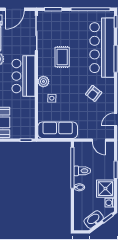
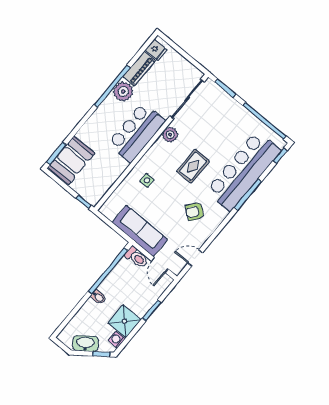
door: (15, 9) -> (185, 55), removed
rug: (62, 57) -> (193, 166), moved
plant: (43, 81) -> (170, 135), moved
sofa: (58, 130) -> (140, 231), moved
toilet: (82, 171) -> (137, 257), moved

